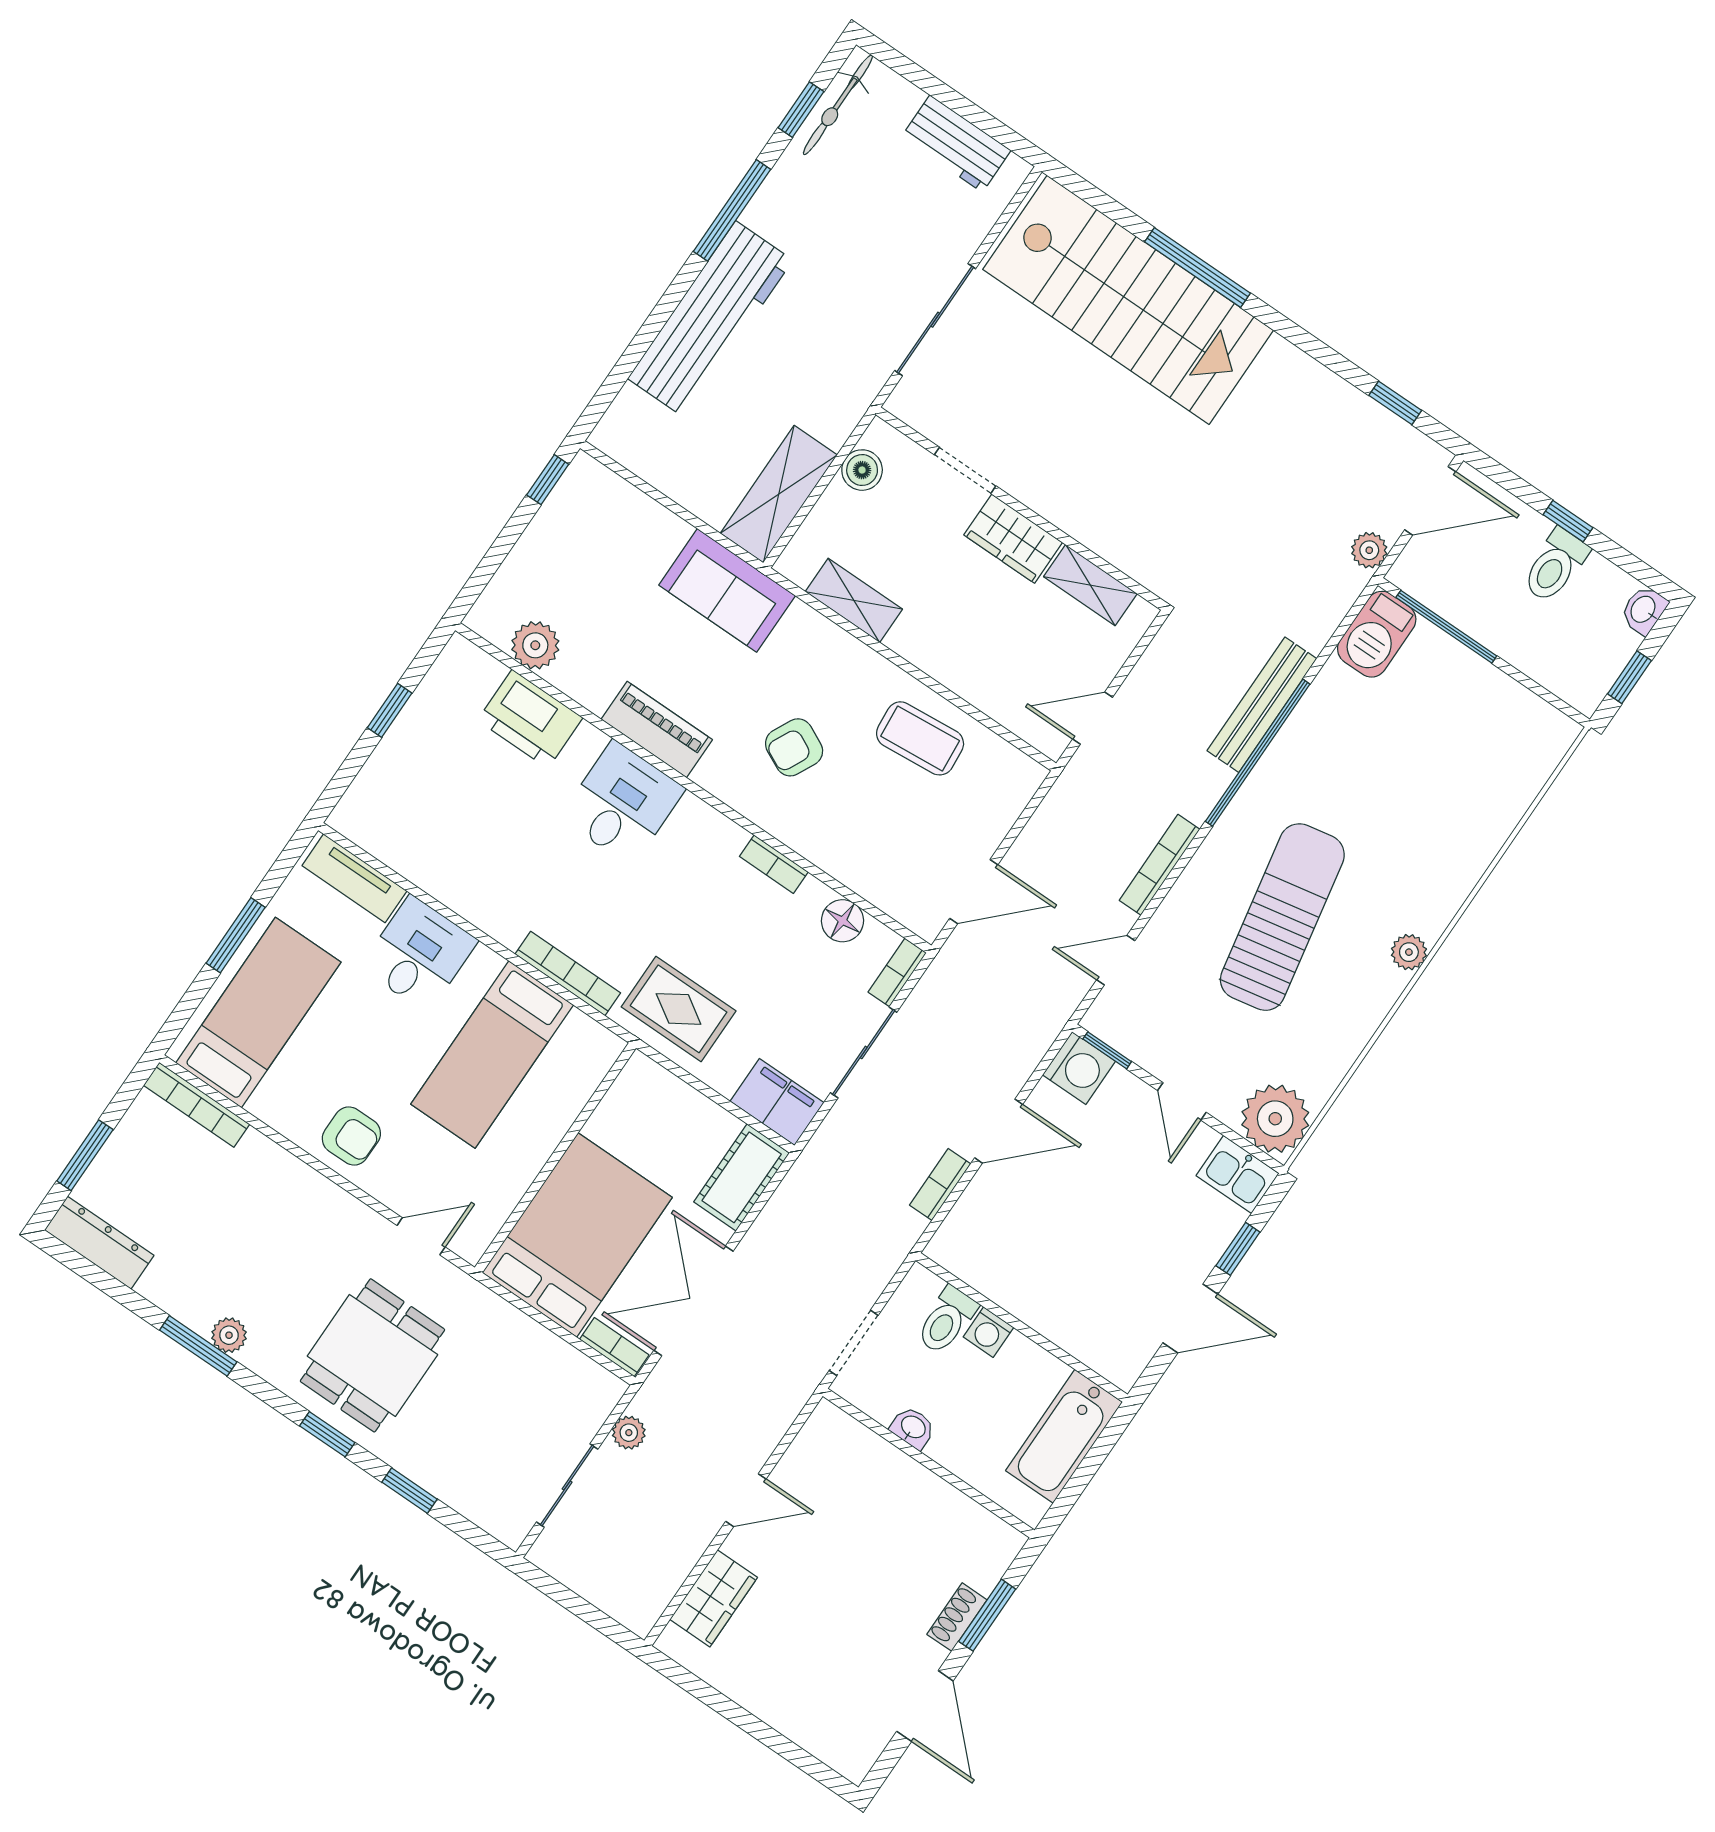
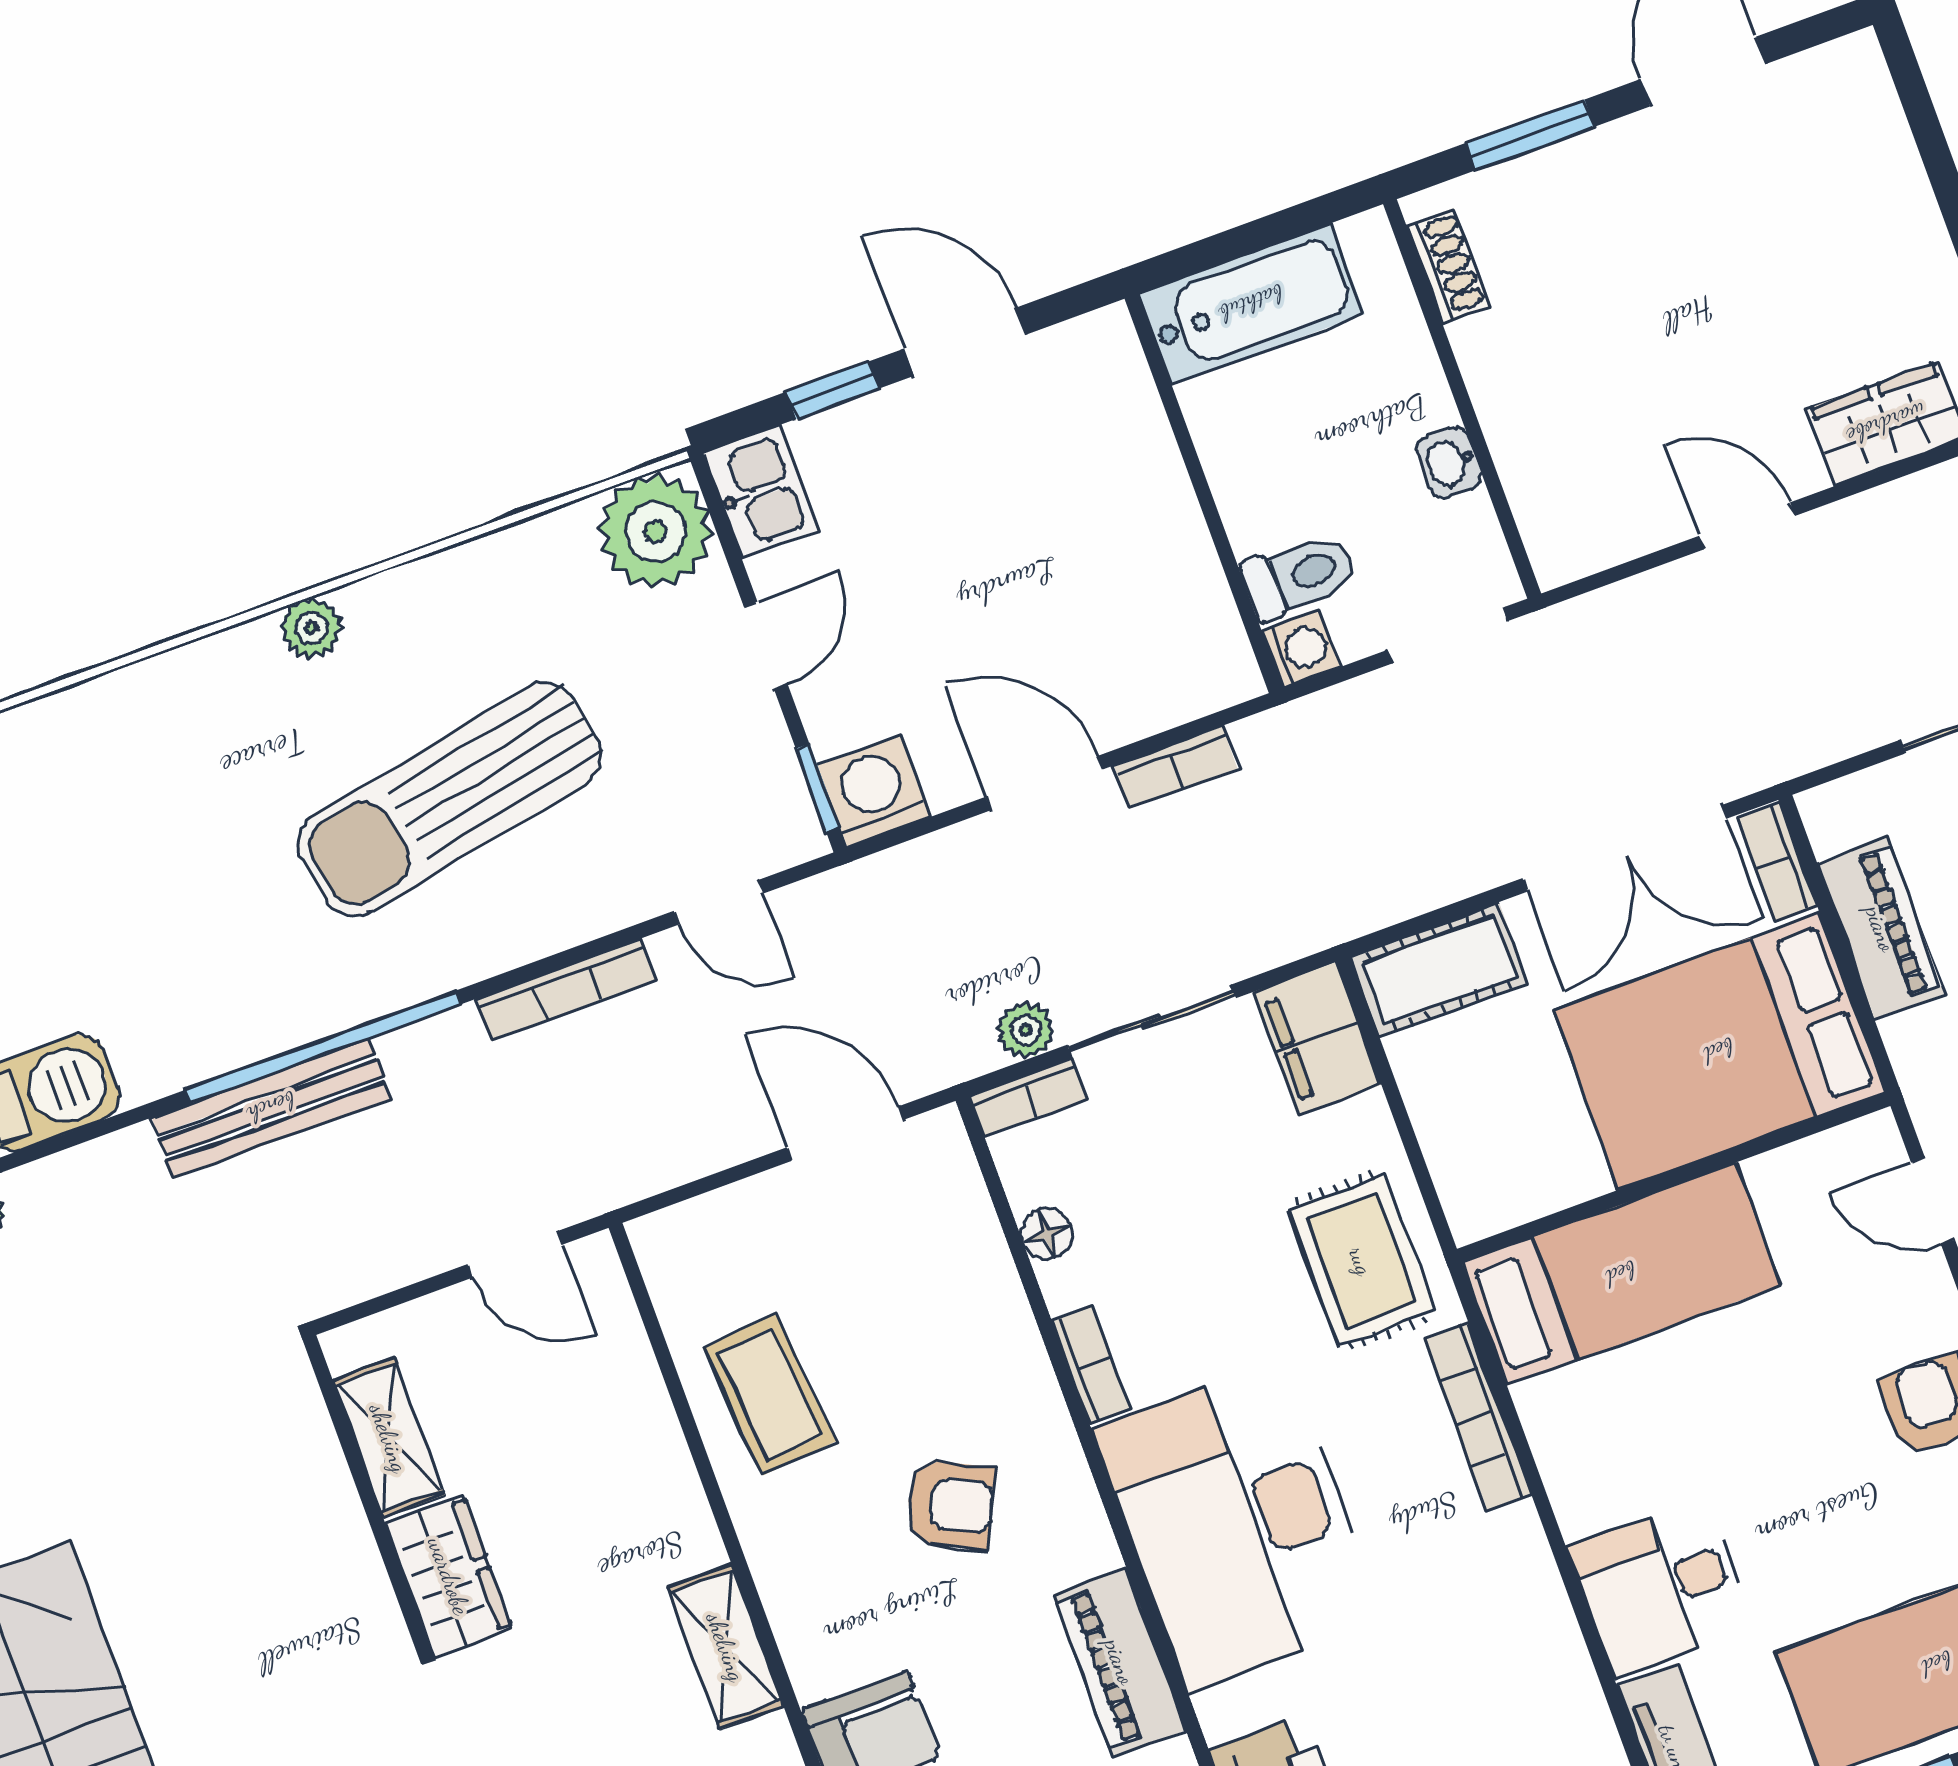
desk: (622, 803) -> (1238, 1526), width x1.87, depth x1.30
floor lamp: (842, 921) -> (1047, 1234), width x0.73, depth x0.73
bed: (492, 1055) -> (1621, 1274), moved
washing machine: (988, 1332) -> (1301, 649), moved
piano: (541, 1351) -> (1881, 929), added
plant: (629, 1433) -> (1026, 1030), moved
shoe rack: (957, 1617) -> (1448, 266), moved, turned -90

